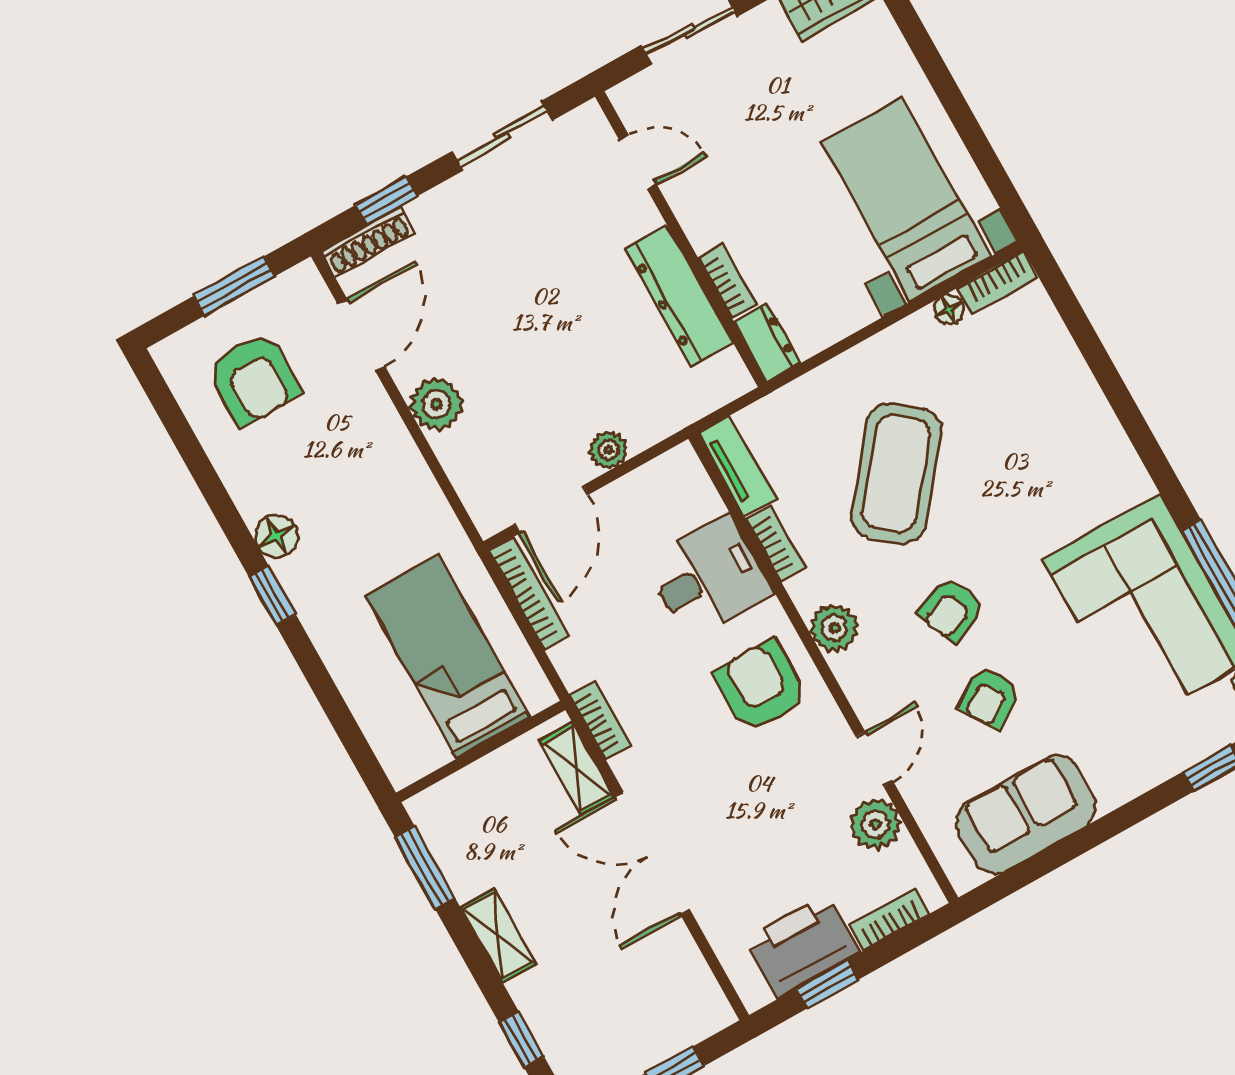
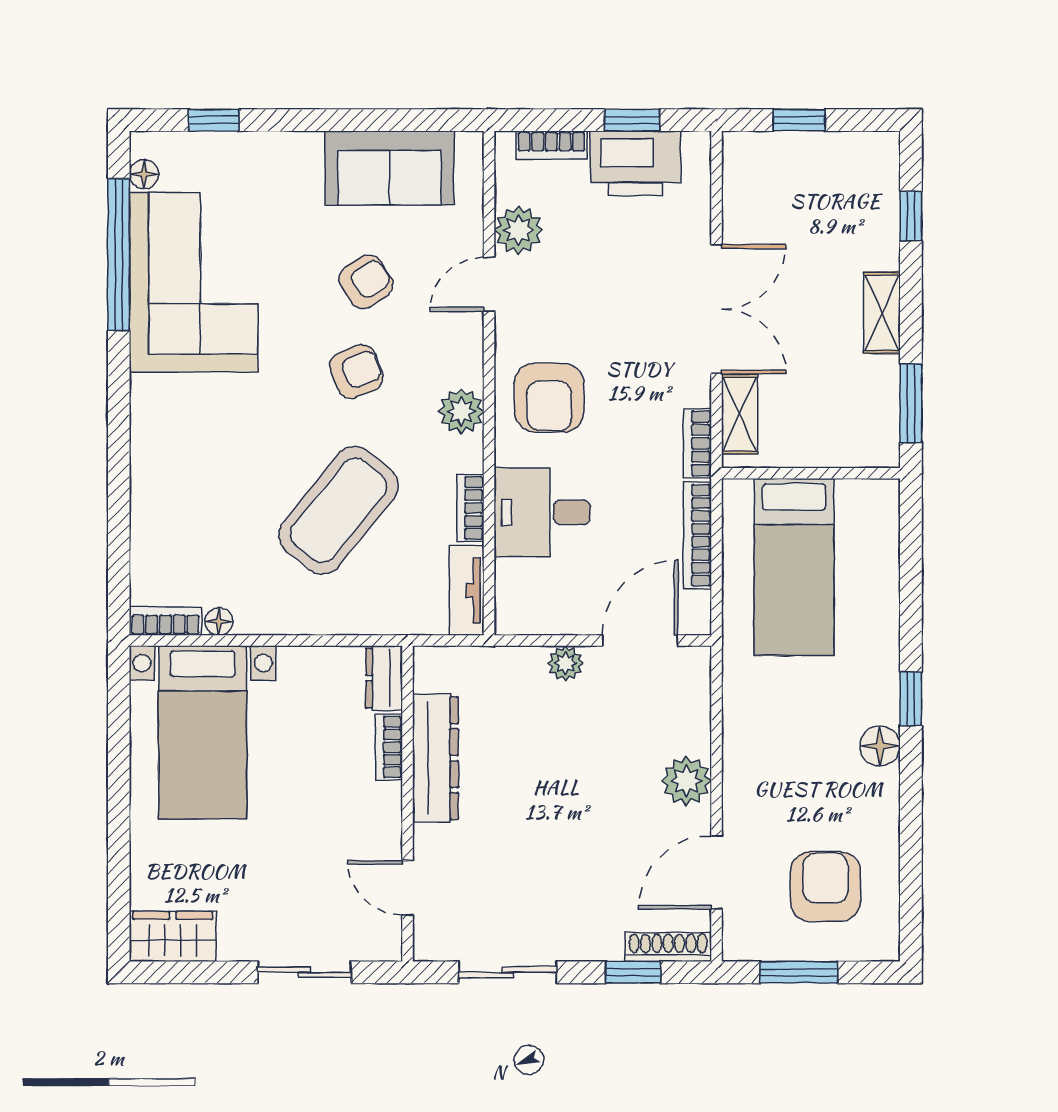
bookcase: (529, 593) -> (698, 535), moved

